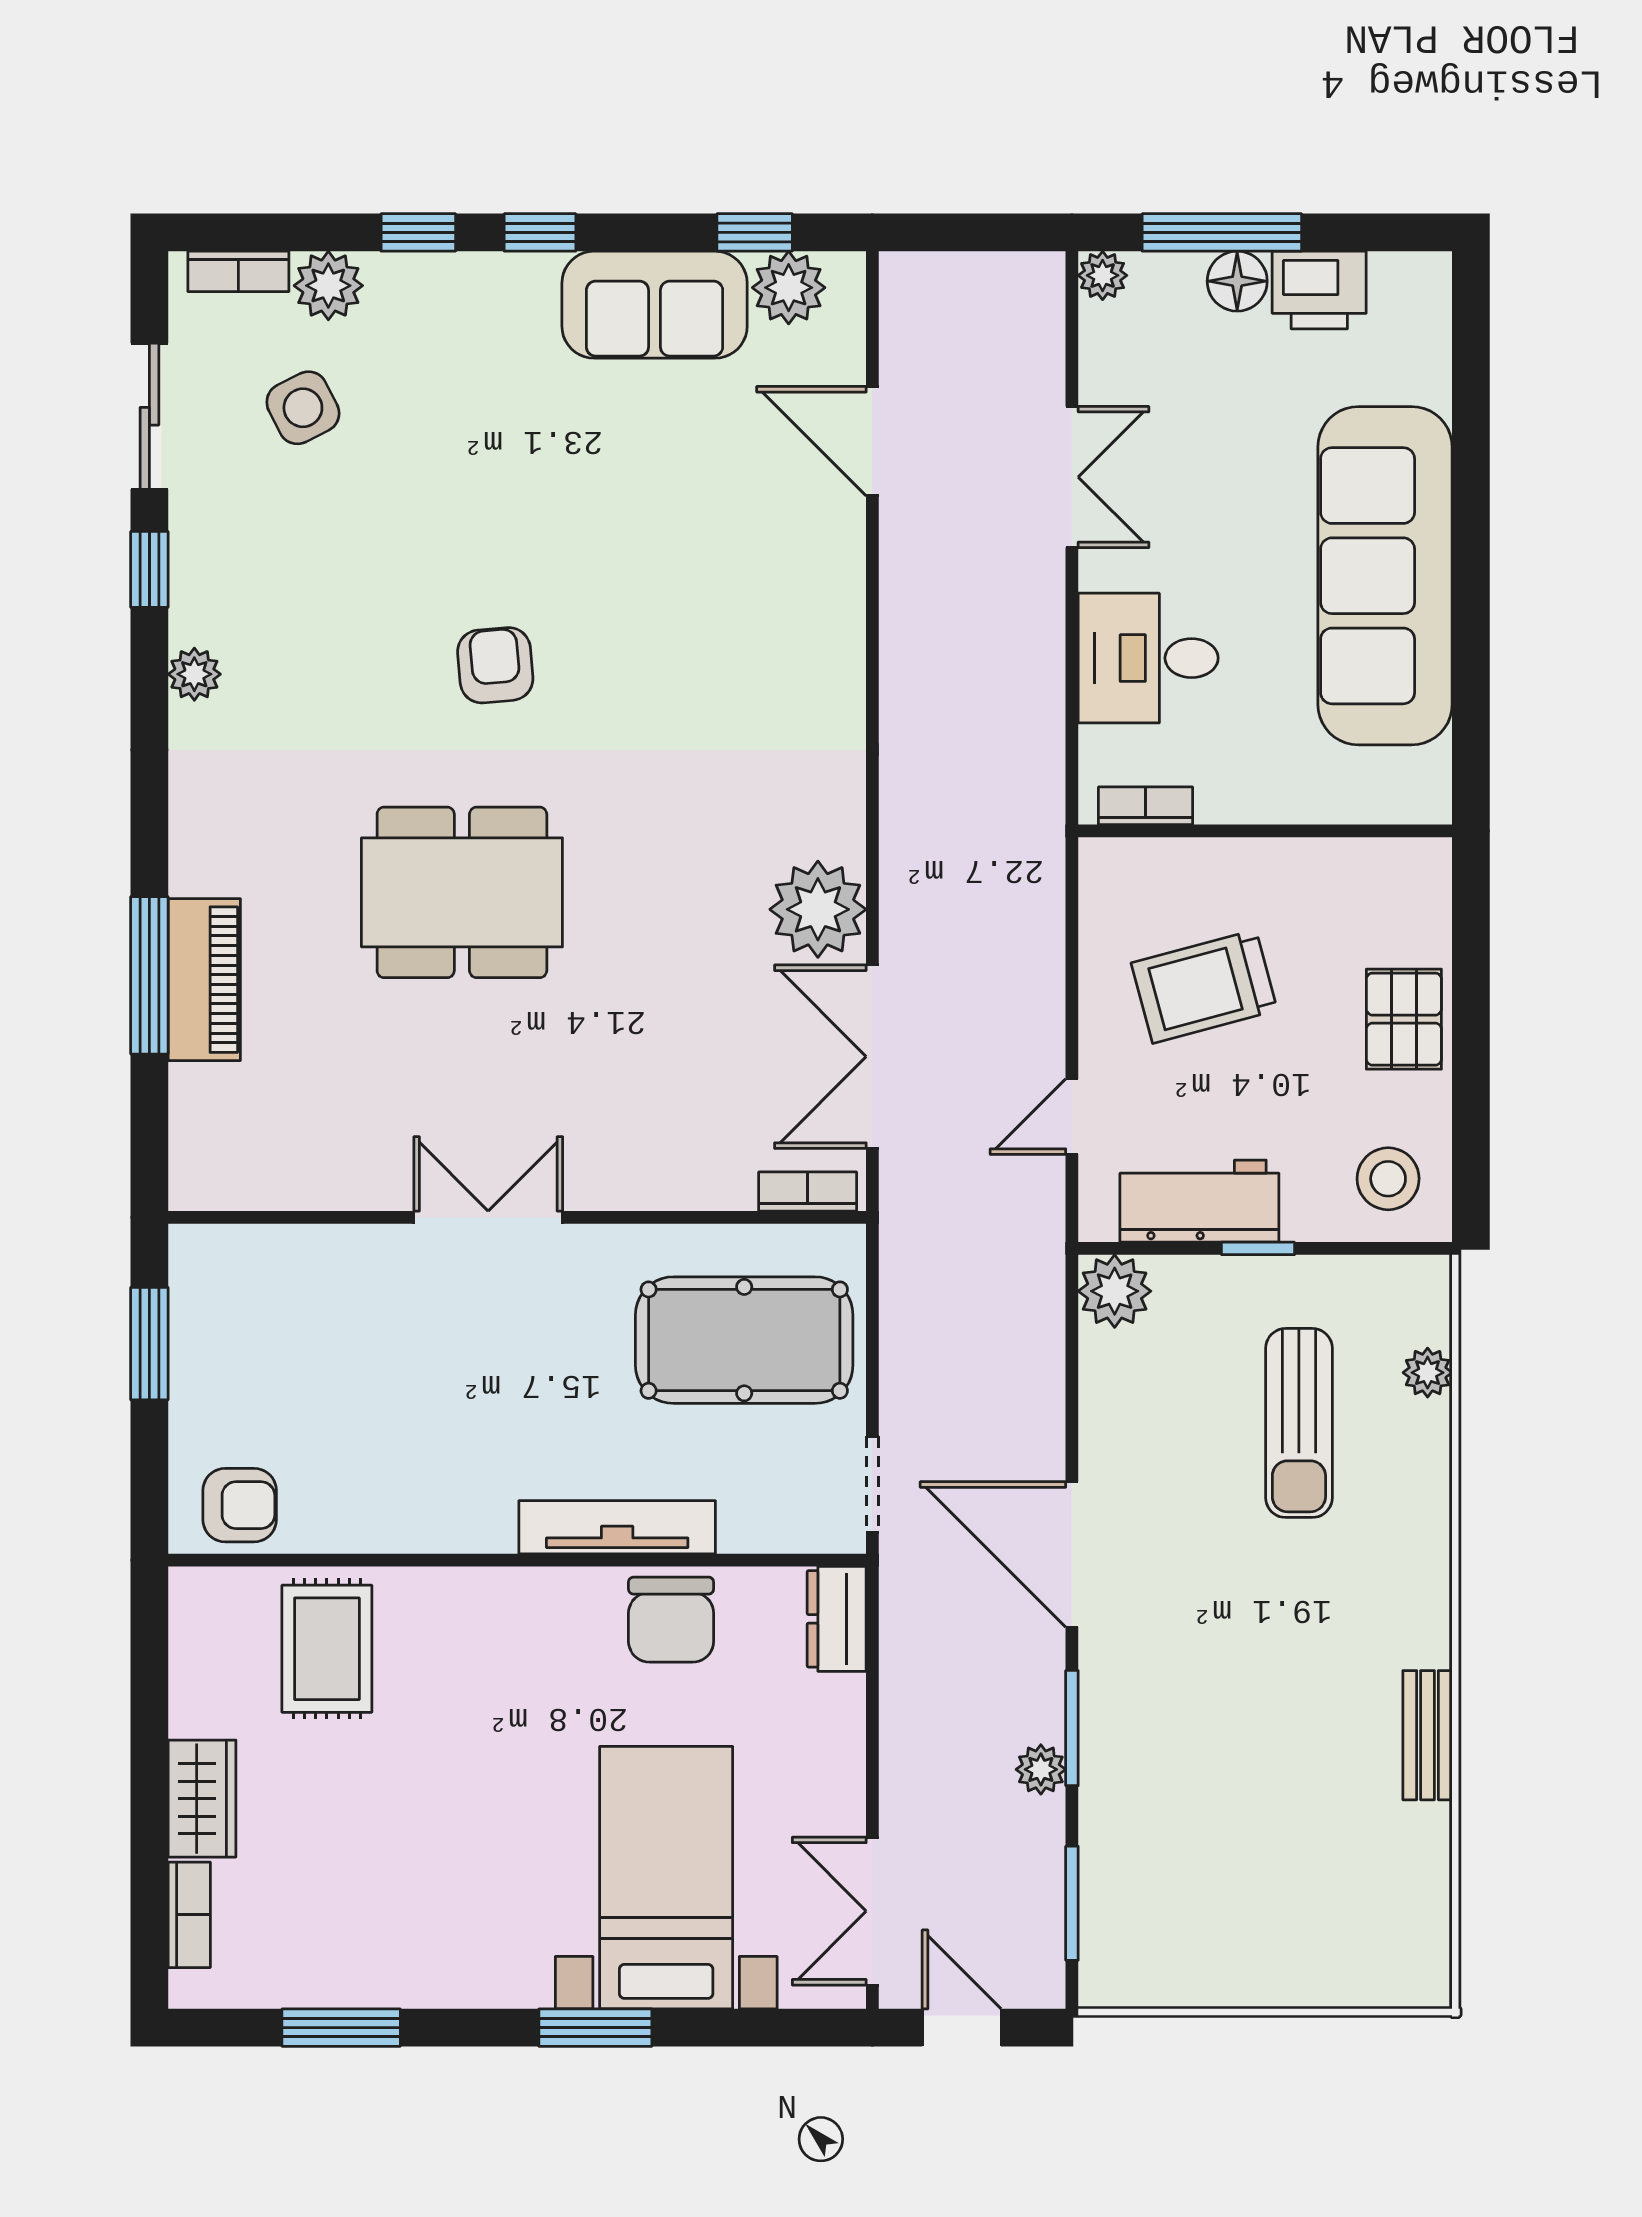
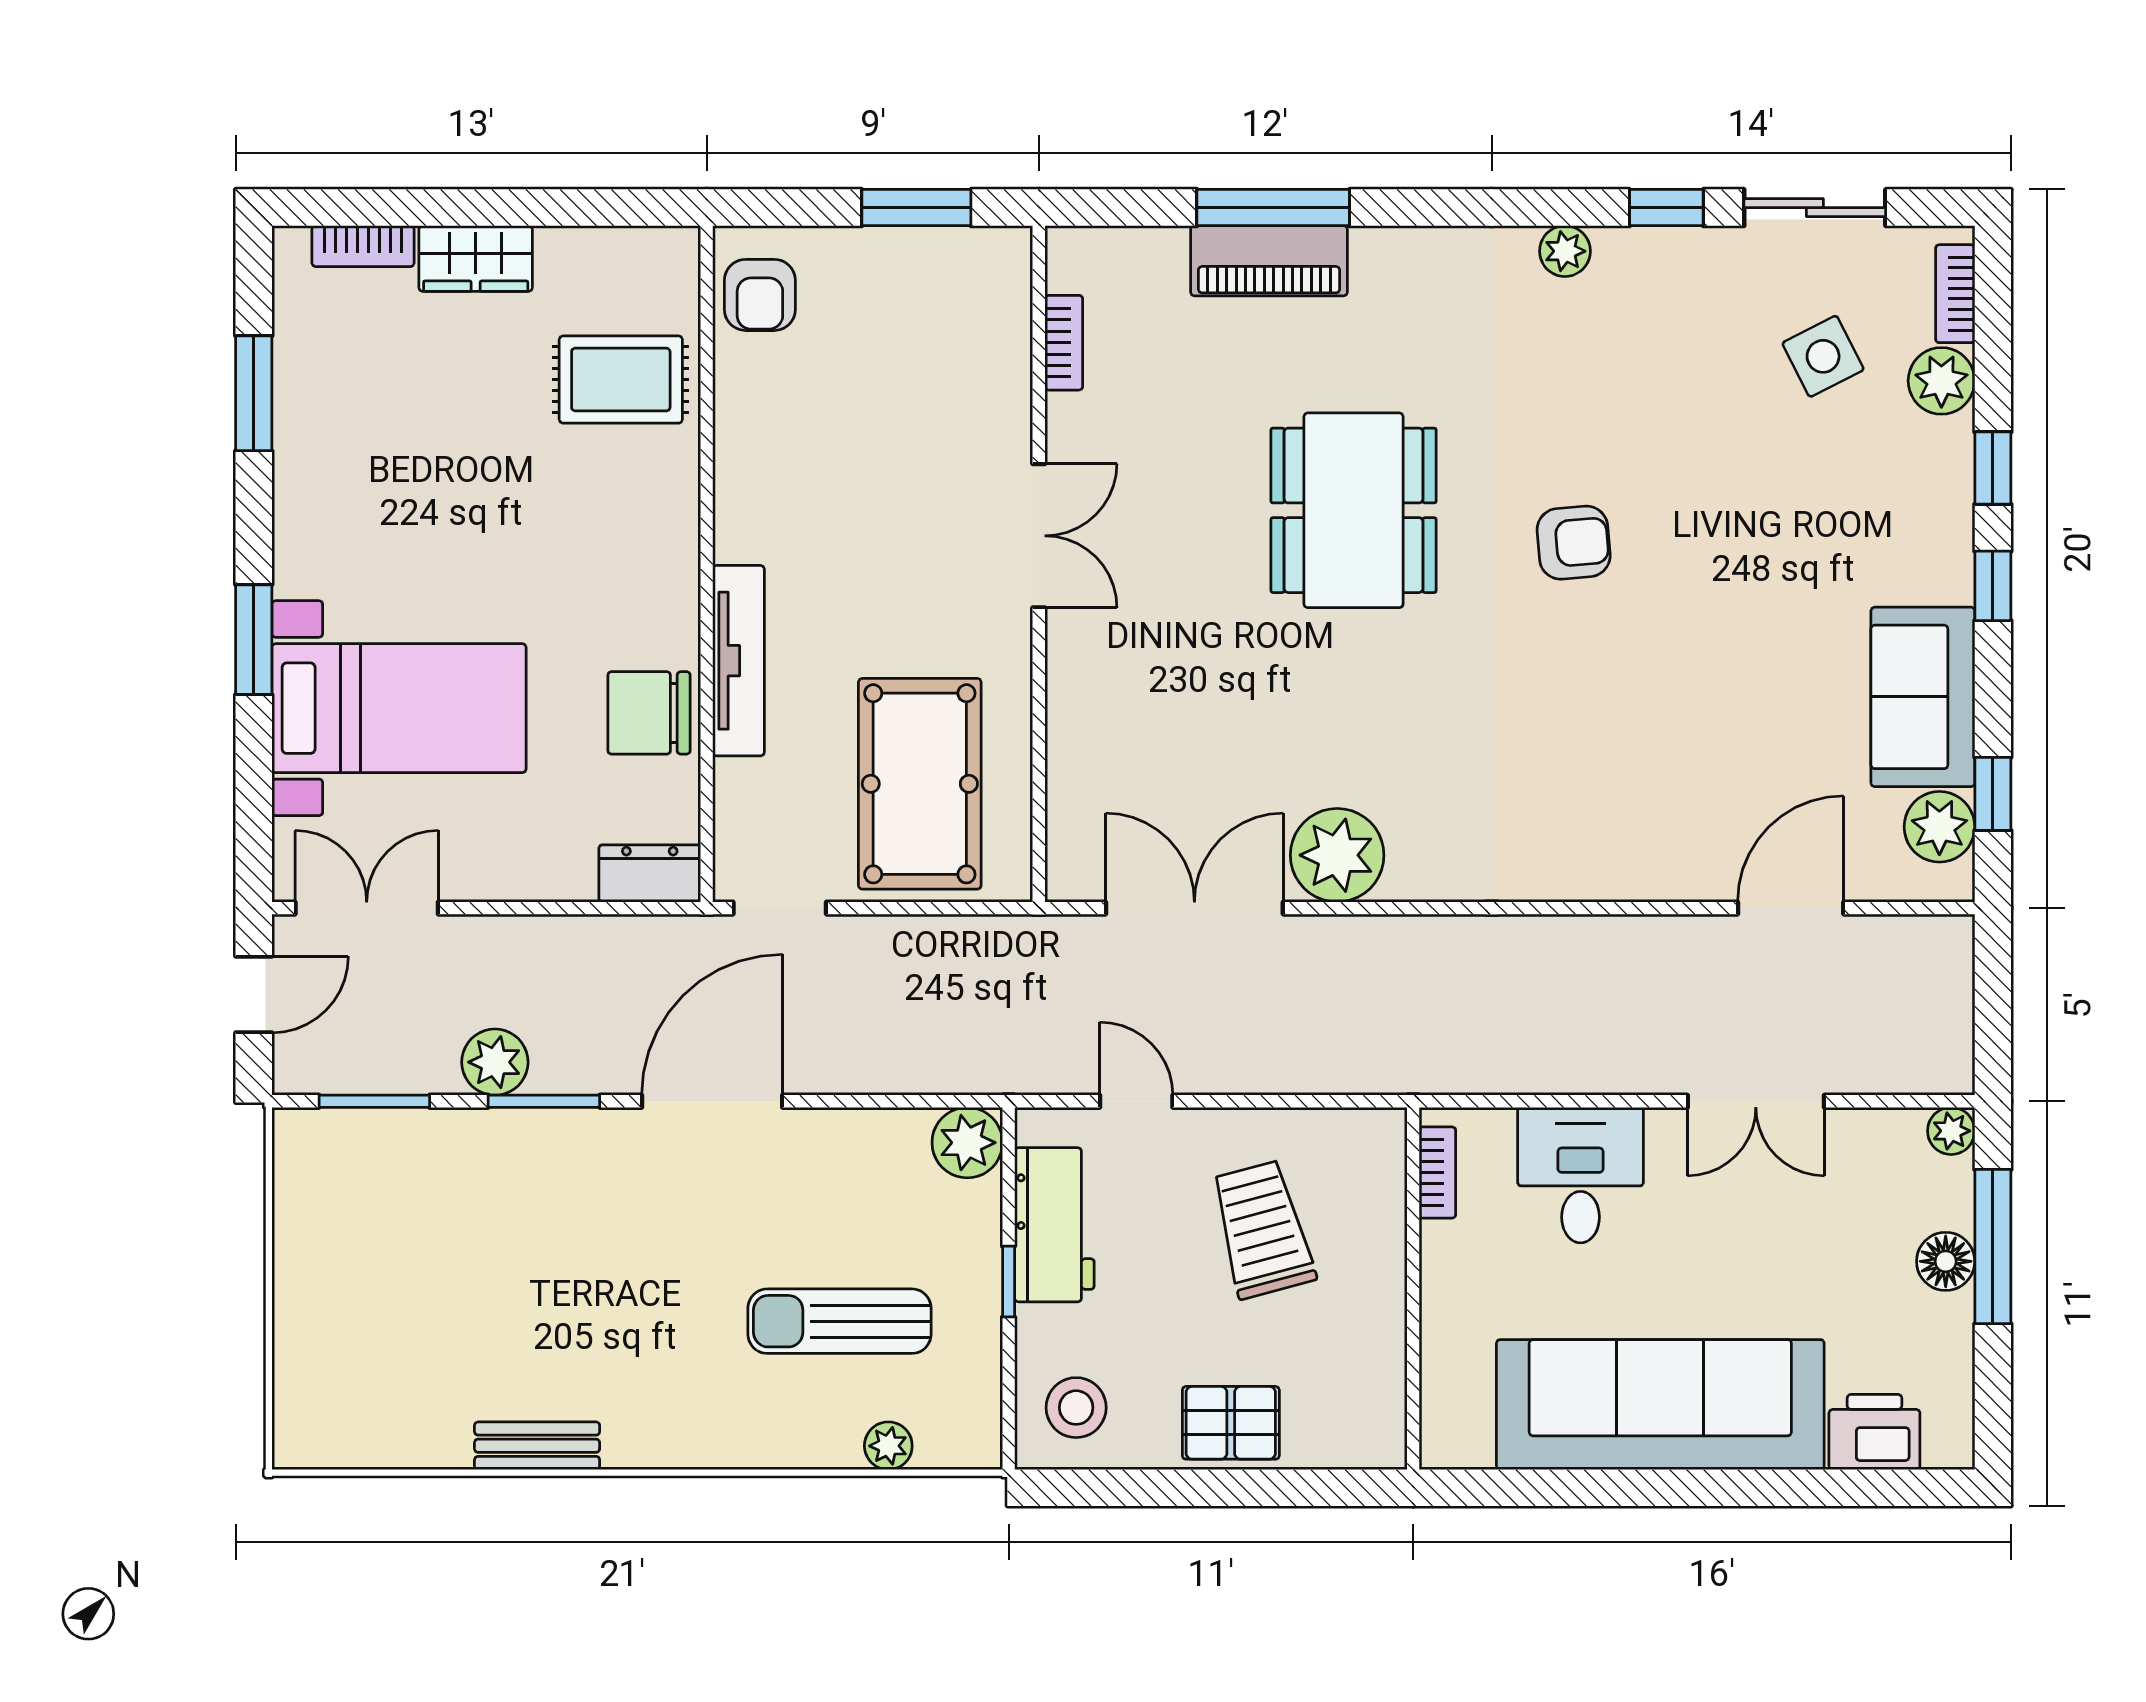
printer: (1319, 290) -> (1874, 1432), moved, turned 90
bookcase: (808, 1192) -> (1064, 343), moved
plant: (1041, 1769) -> (495, 1062), width x1.38, depth x1.38

